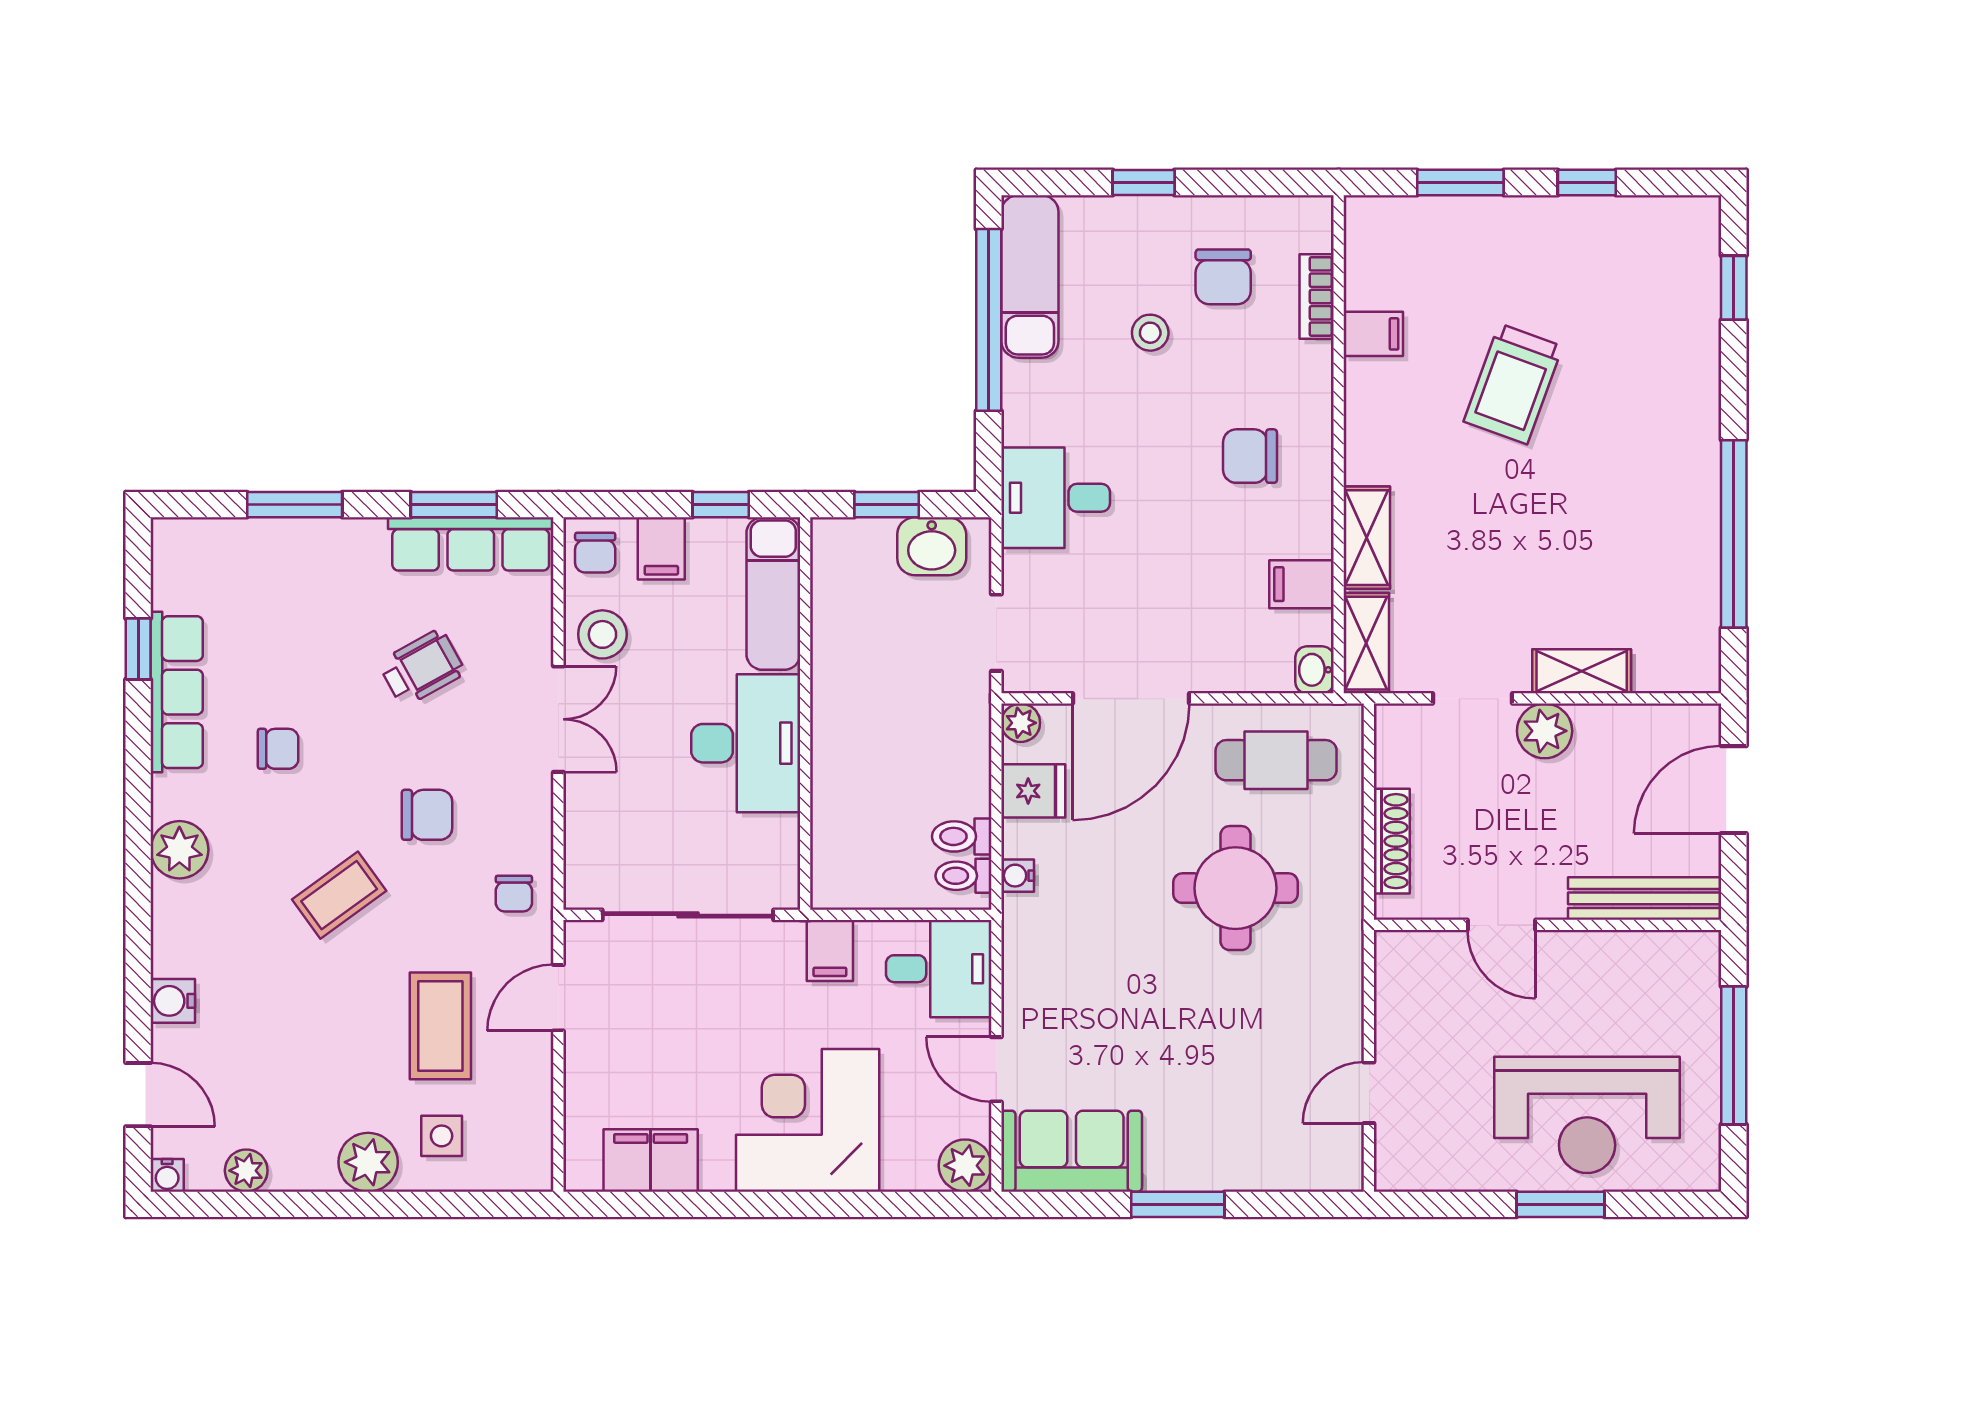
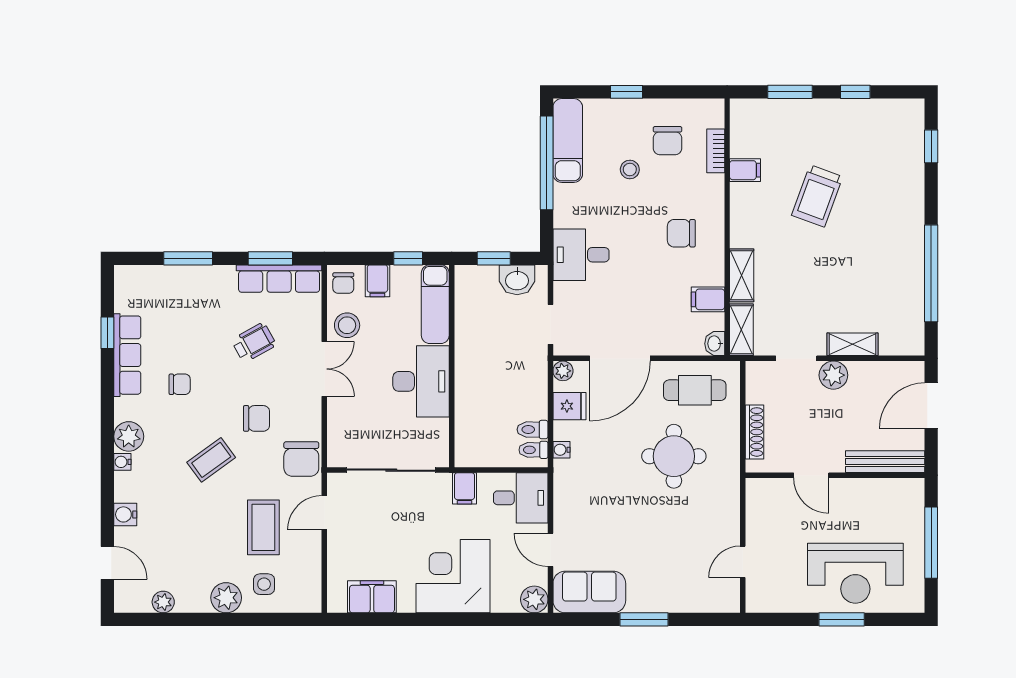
chair: (514, 894) -> (301, 459), width x1.87, depth x1.87
water cooler: (167, 1175) -> (122, 462), moved, turned 90

